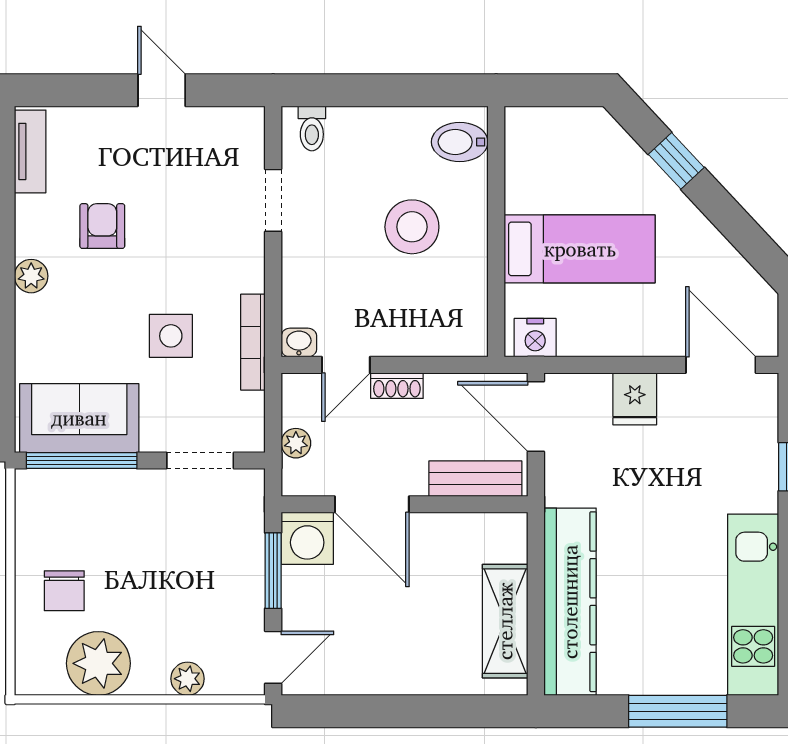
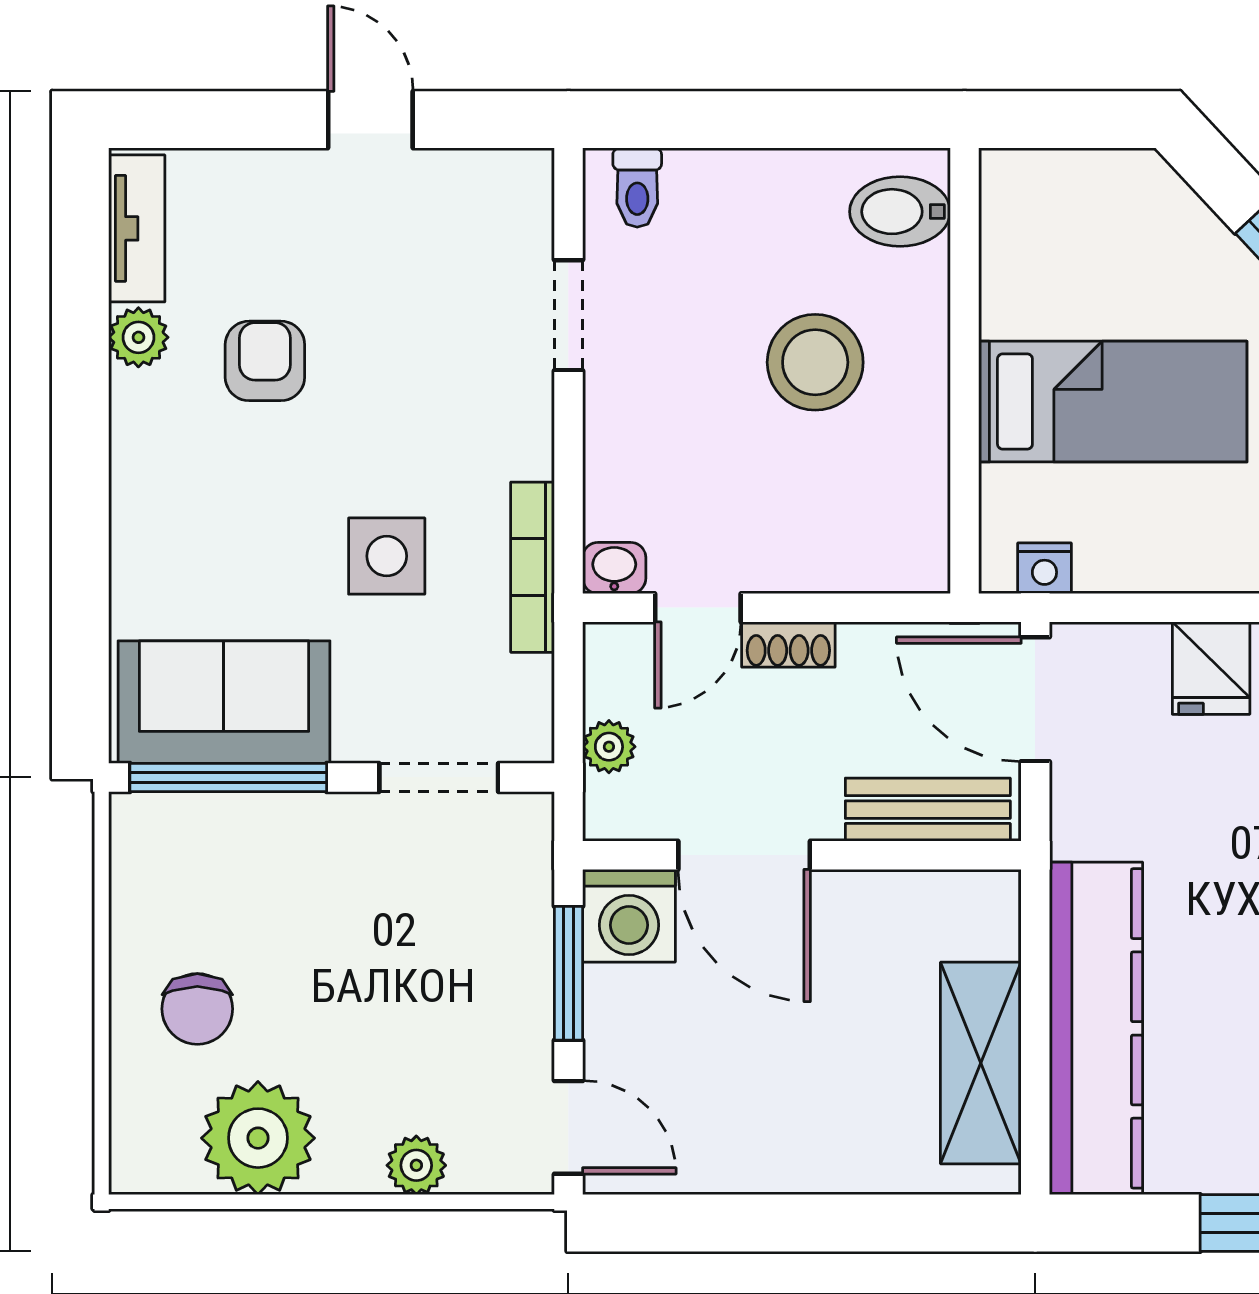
plant: (31, 276) -> (138, 337), moved
nightstand: (535, 338) -> (1044, 568), width x0.72, depth x0.74
door: (273, 657) -> (568, 1127), hinge flipped

